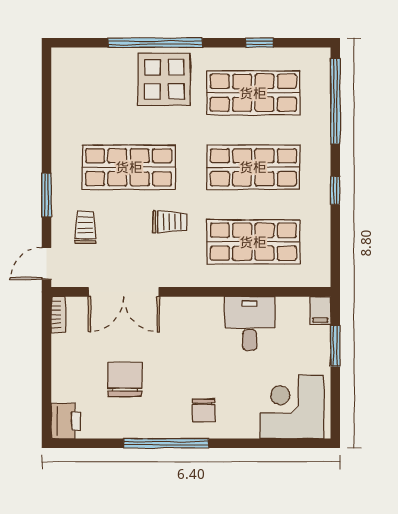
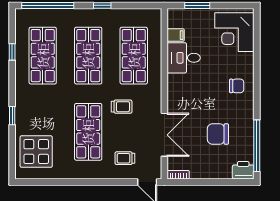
window: (155, 43) -> (12, 116), width x0.32
display table: (164, 79) -> (36, 152), moved
window: (47, 195) -> (105, 182), removed
trolley: (170, 222) -> (122, 107), turned 90
filing cabinet: (320, 310) -> (176, 35), moved
window: (166, 443) -> (257, 146), moved

